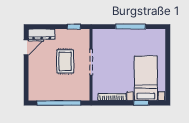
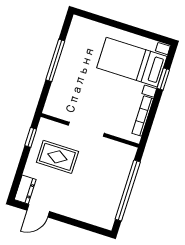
dresser: (42, 34) -> (25, 190), width x0.70
door: (26, 47) -> (38, 211), swing flipped
rug: (65, 61) -> (57, 157), moved

